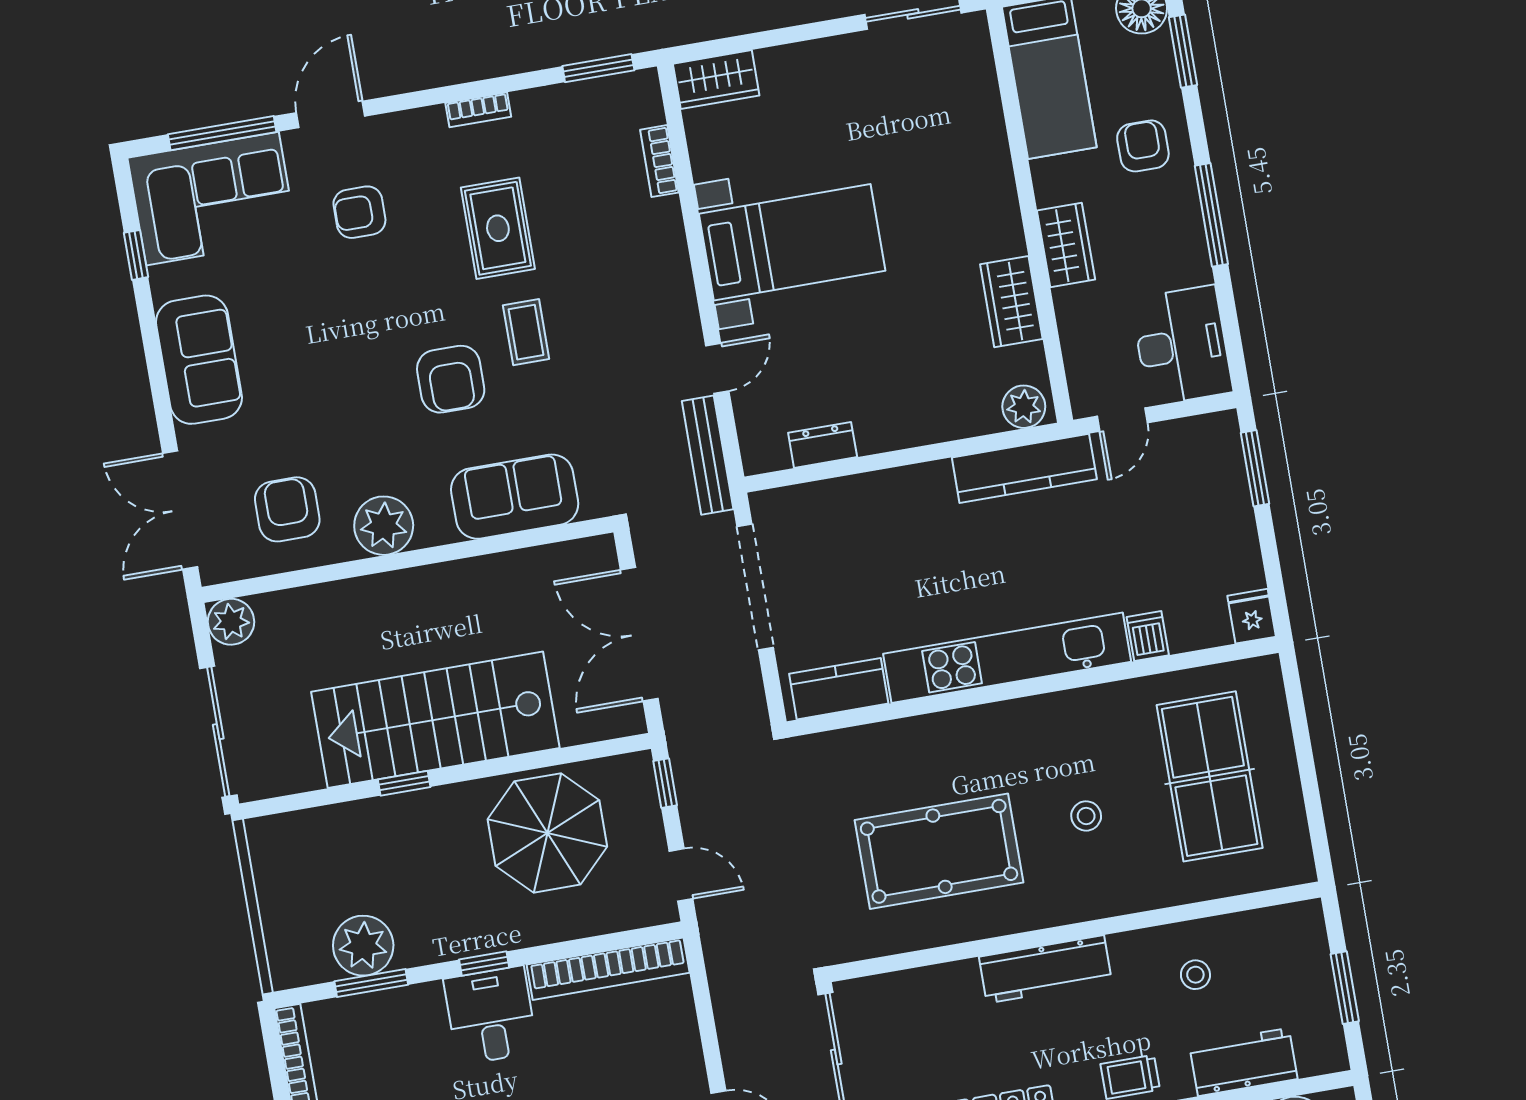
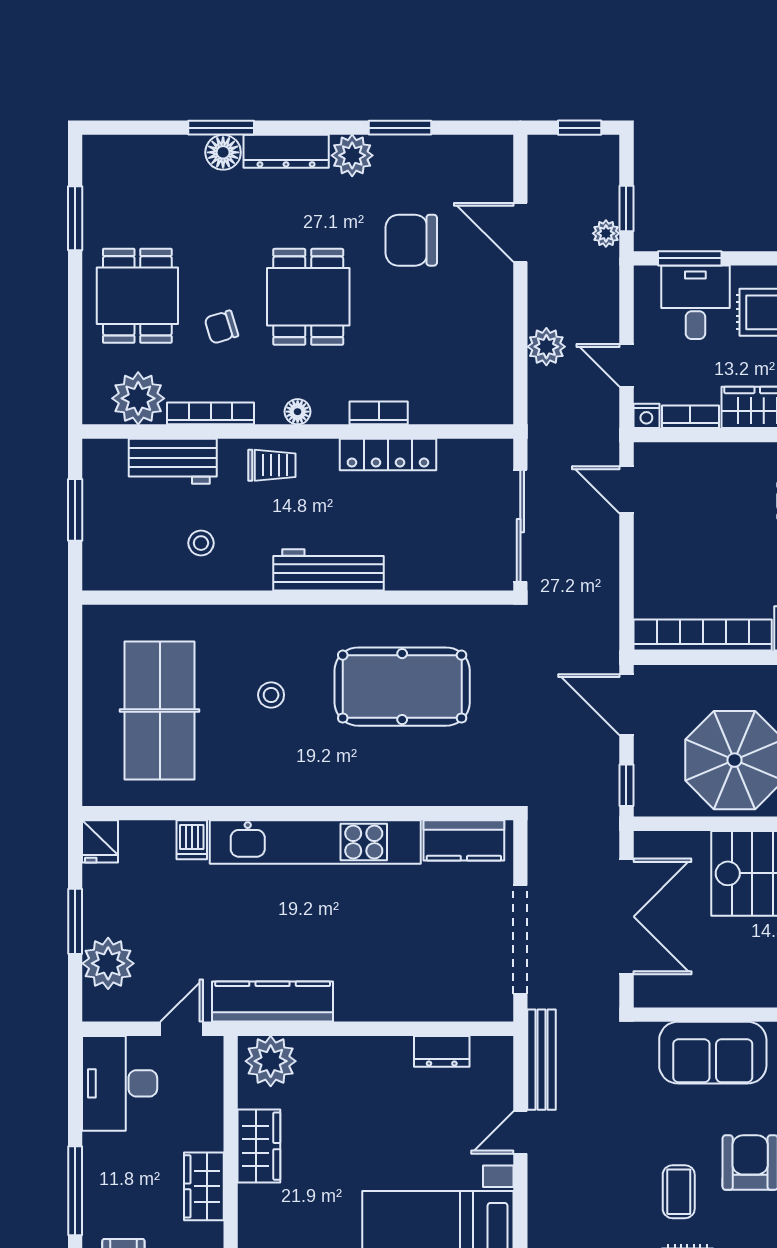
plant: (1024, 407) -> (271, 1061), width x1.36, depth x1.36
window: (1255, 468) -> (75, 921), moved
plant: (1219, 479) -> (108, 963), added
door: (681, 875) -> (626, 705), width x1.38

